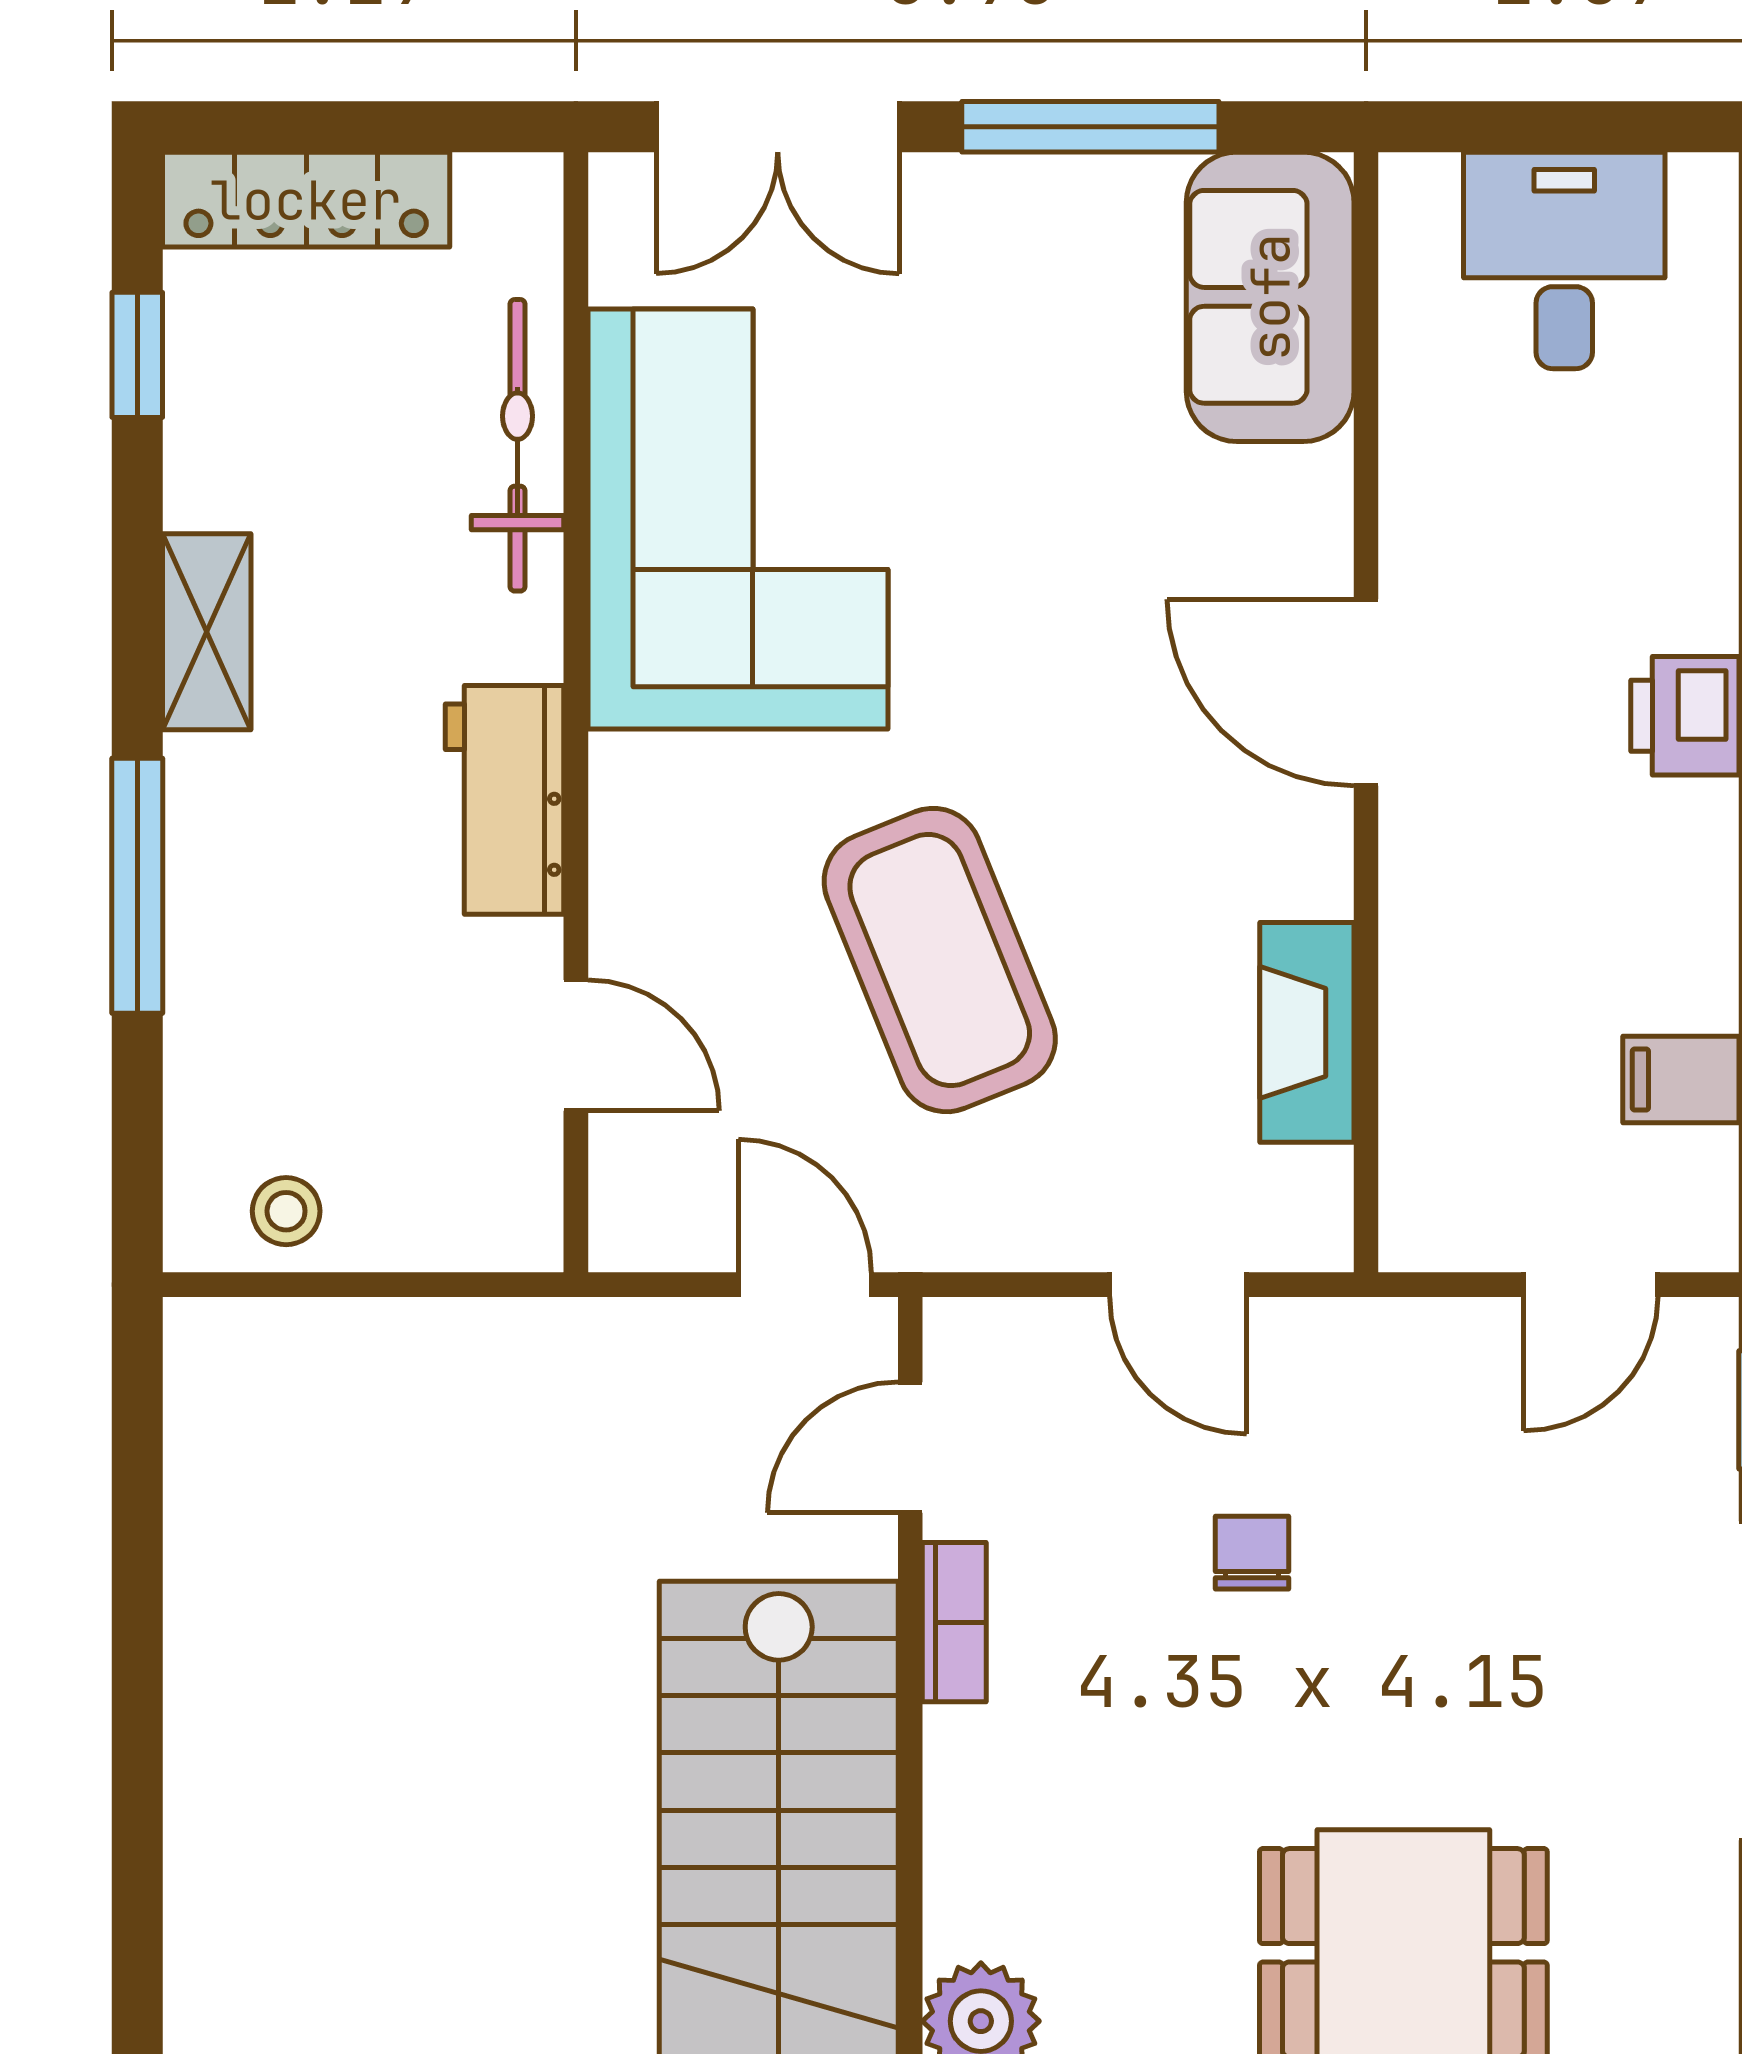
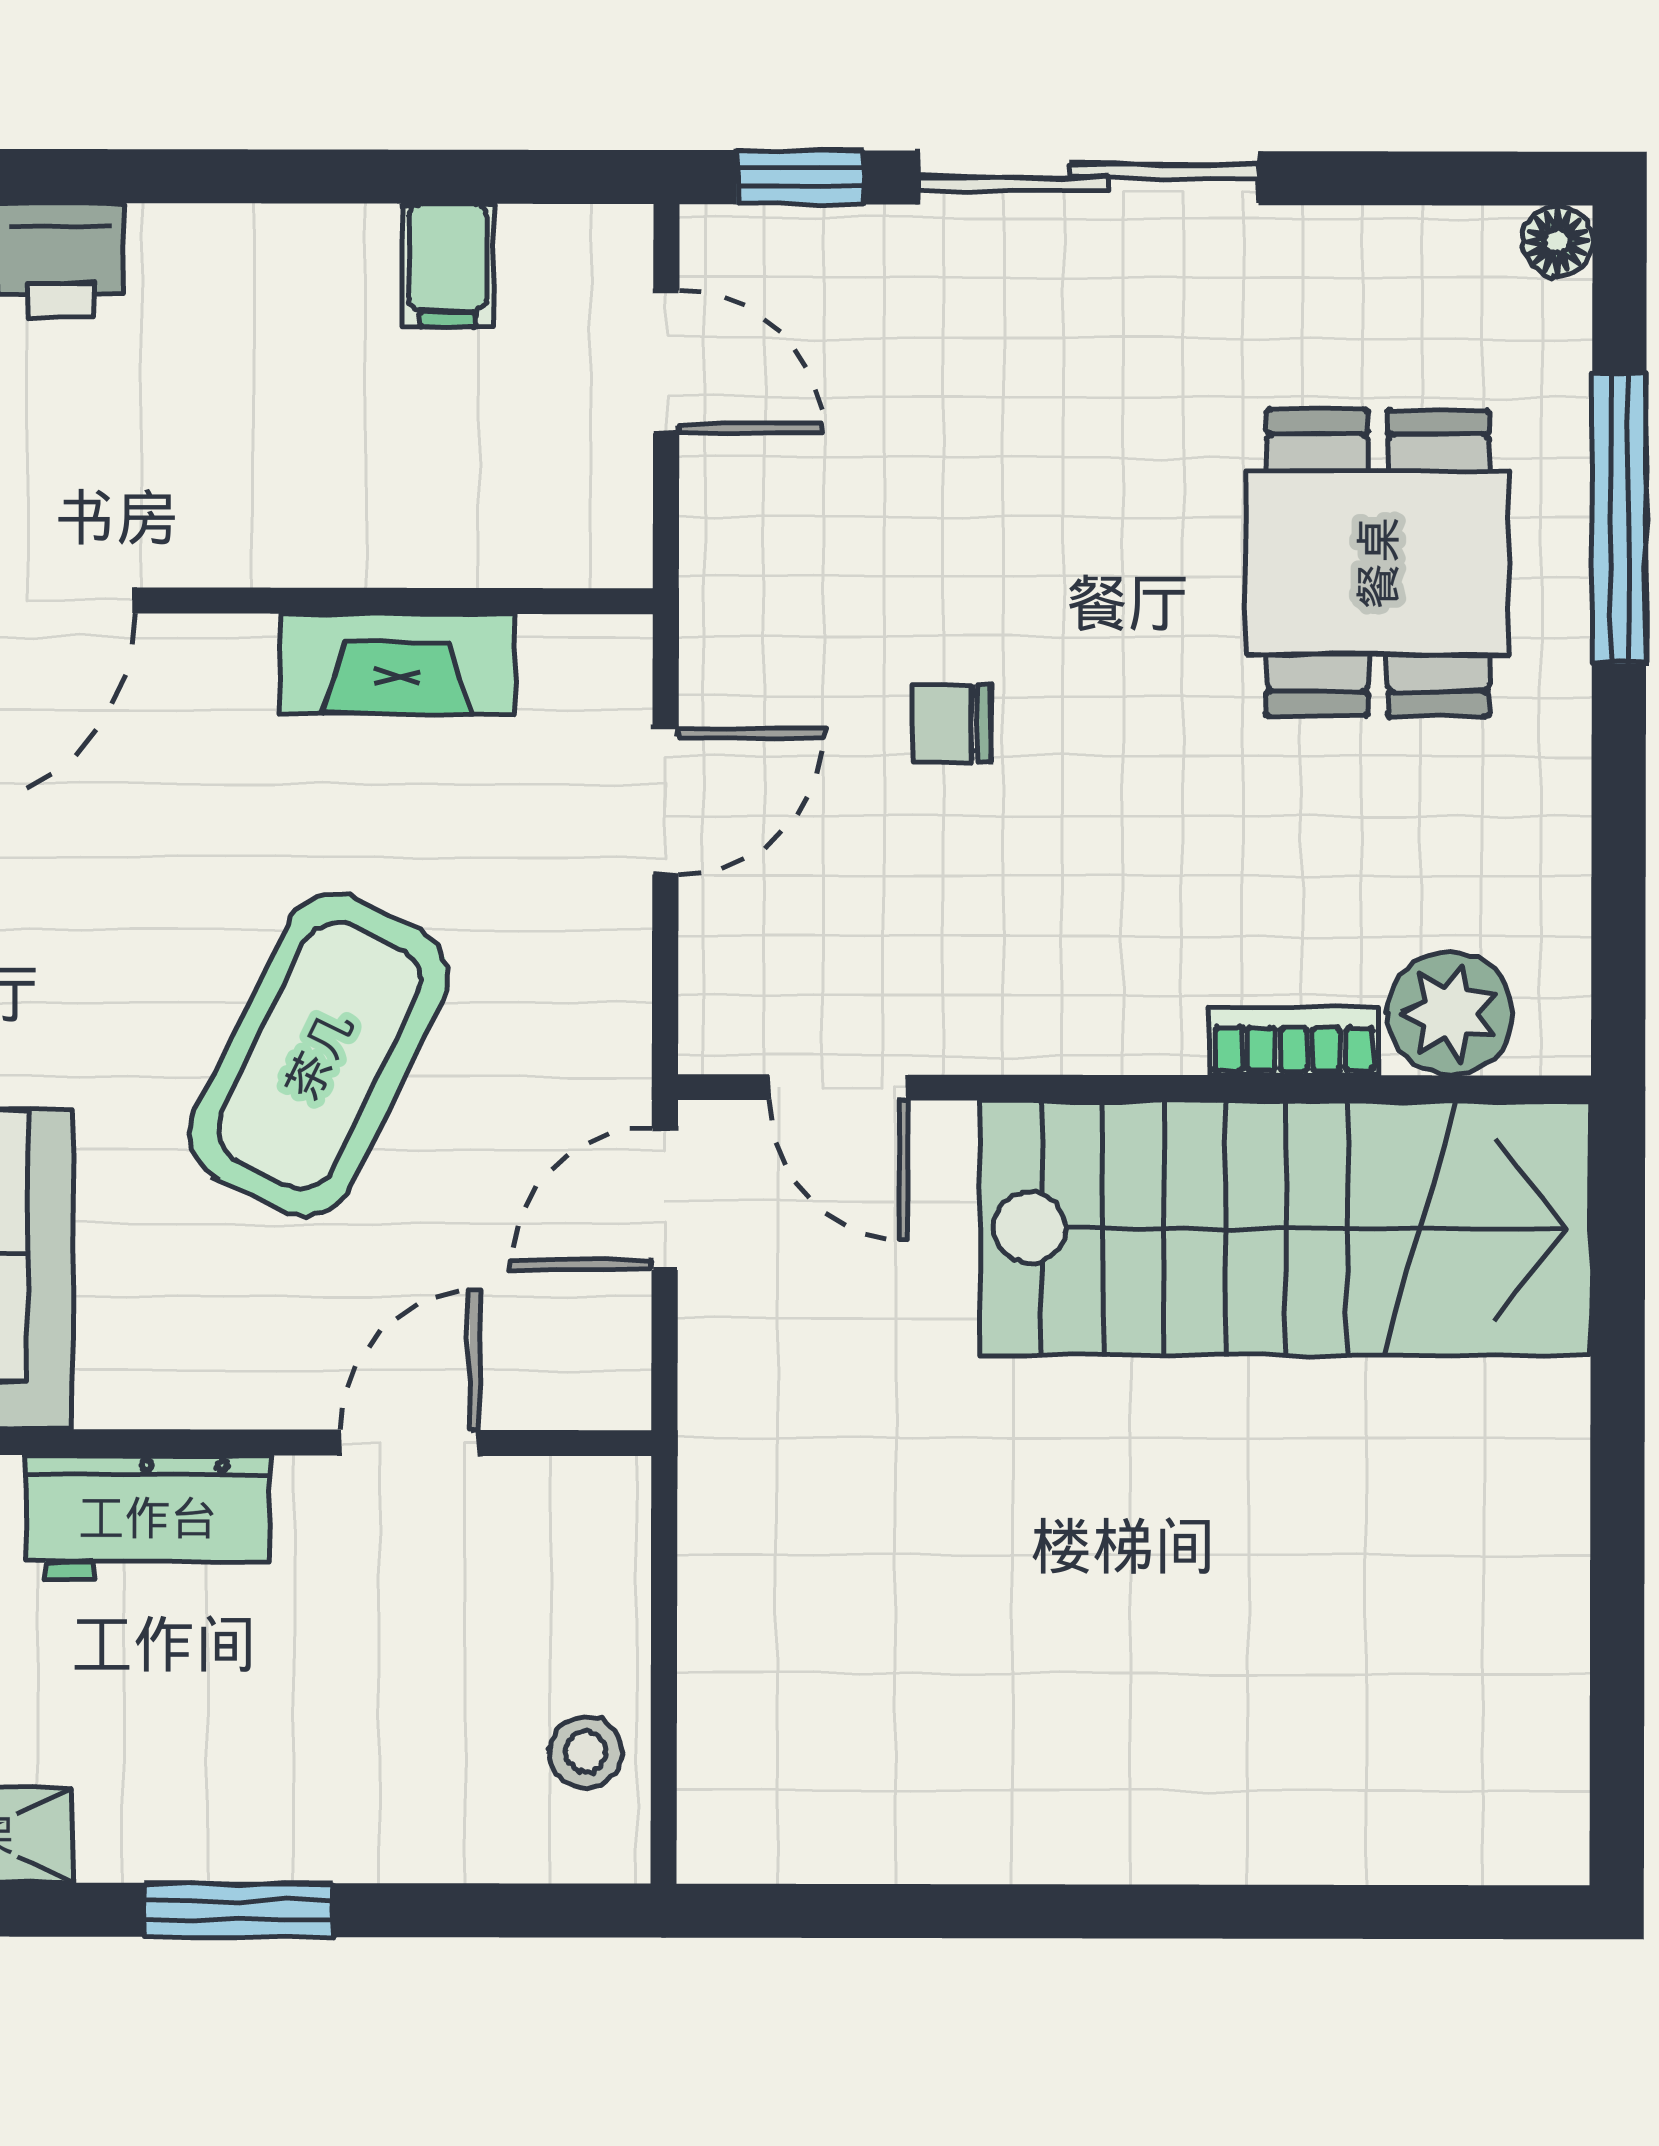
window: (137, 886) -> (238, 1910), width x0.69
coffee table: (940, 960) -> (319, 1055), turned -42
bookcase: (954, 1622) -> (1294, 1041), moved

